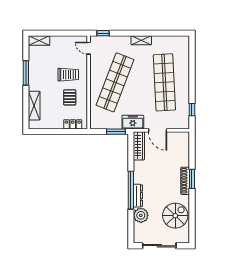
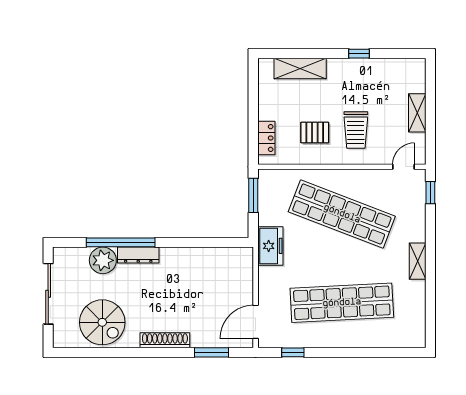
shelving: (39, 40) -> (417, 113), moved
window: (26, 73) -> (359, 54), width x0.46
door: (158, 130) -> (256, 322), moved
window: (116, 132) -> (253, 195), moved
wardrobe: (139, 146) -> (228, 257), removed
window: (192, 179) -> (212, 352), moved
window: (131, 190) -> (121, 242), moved

